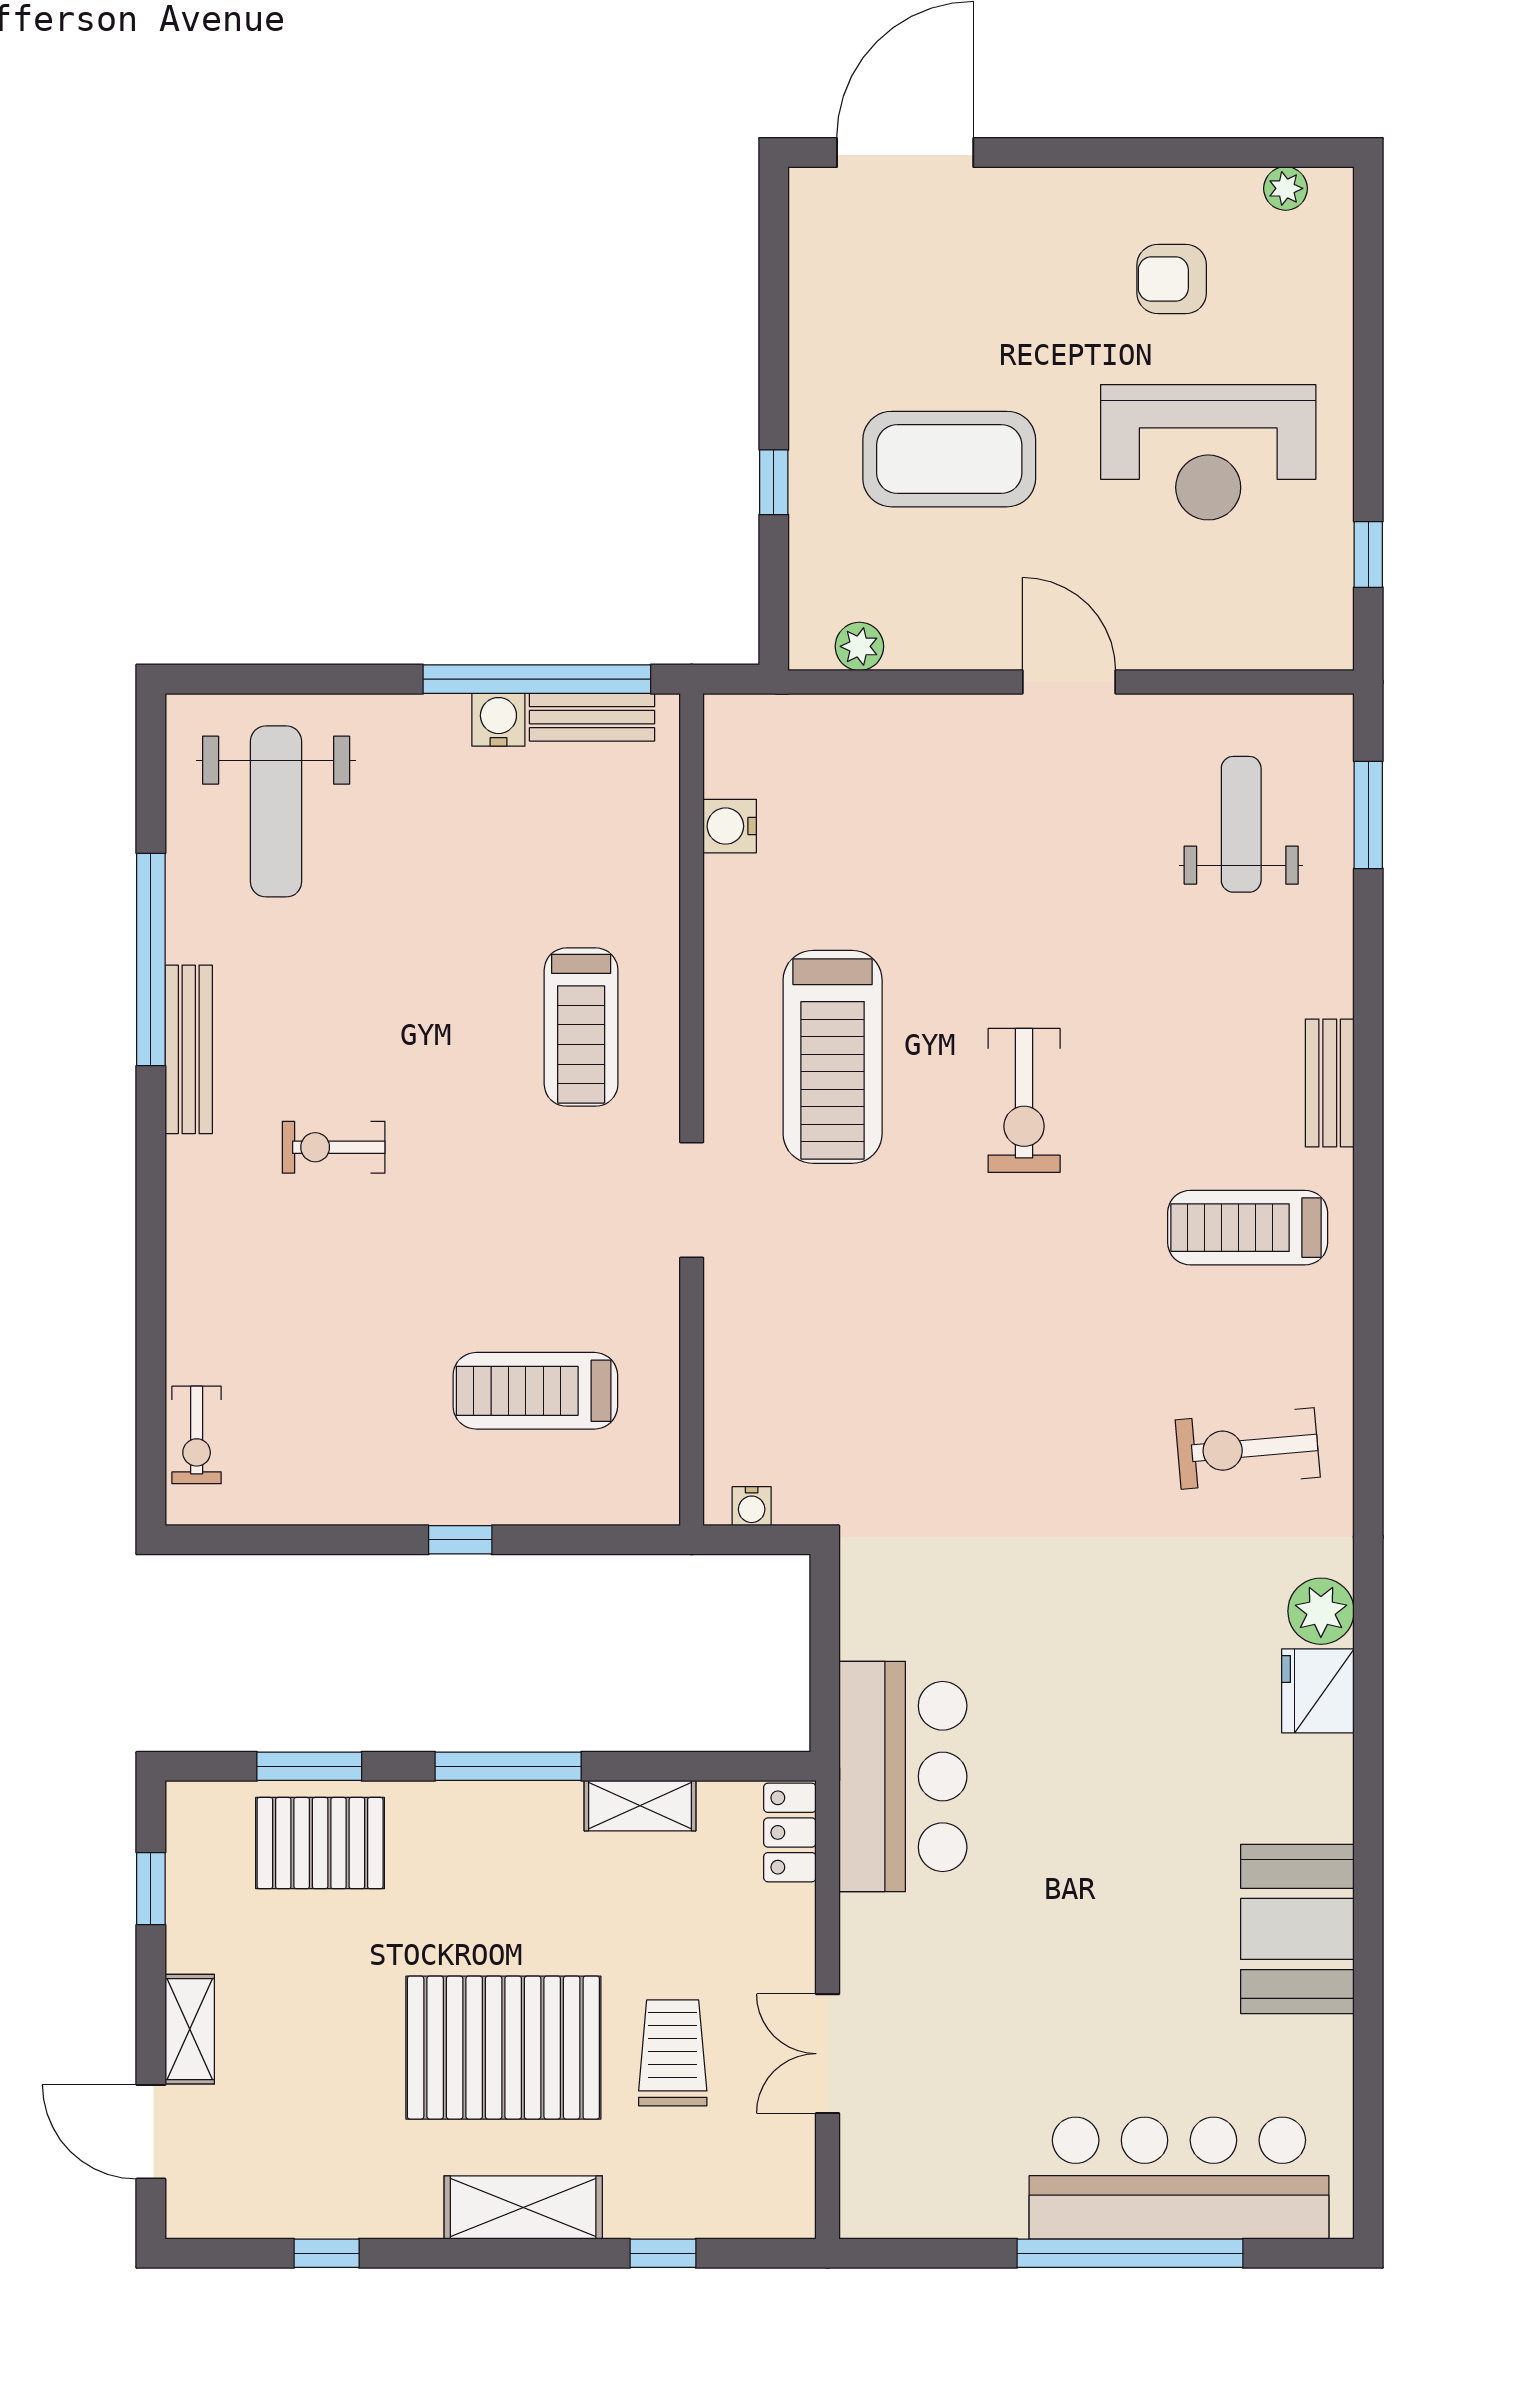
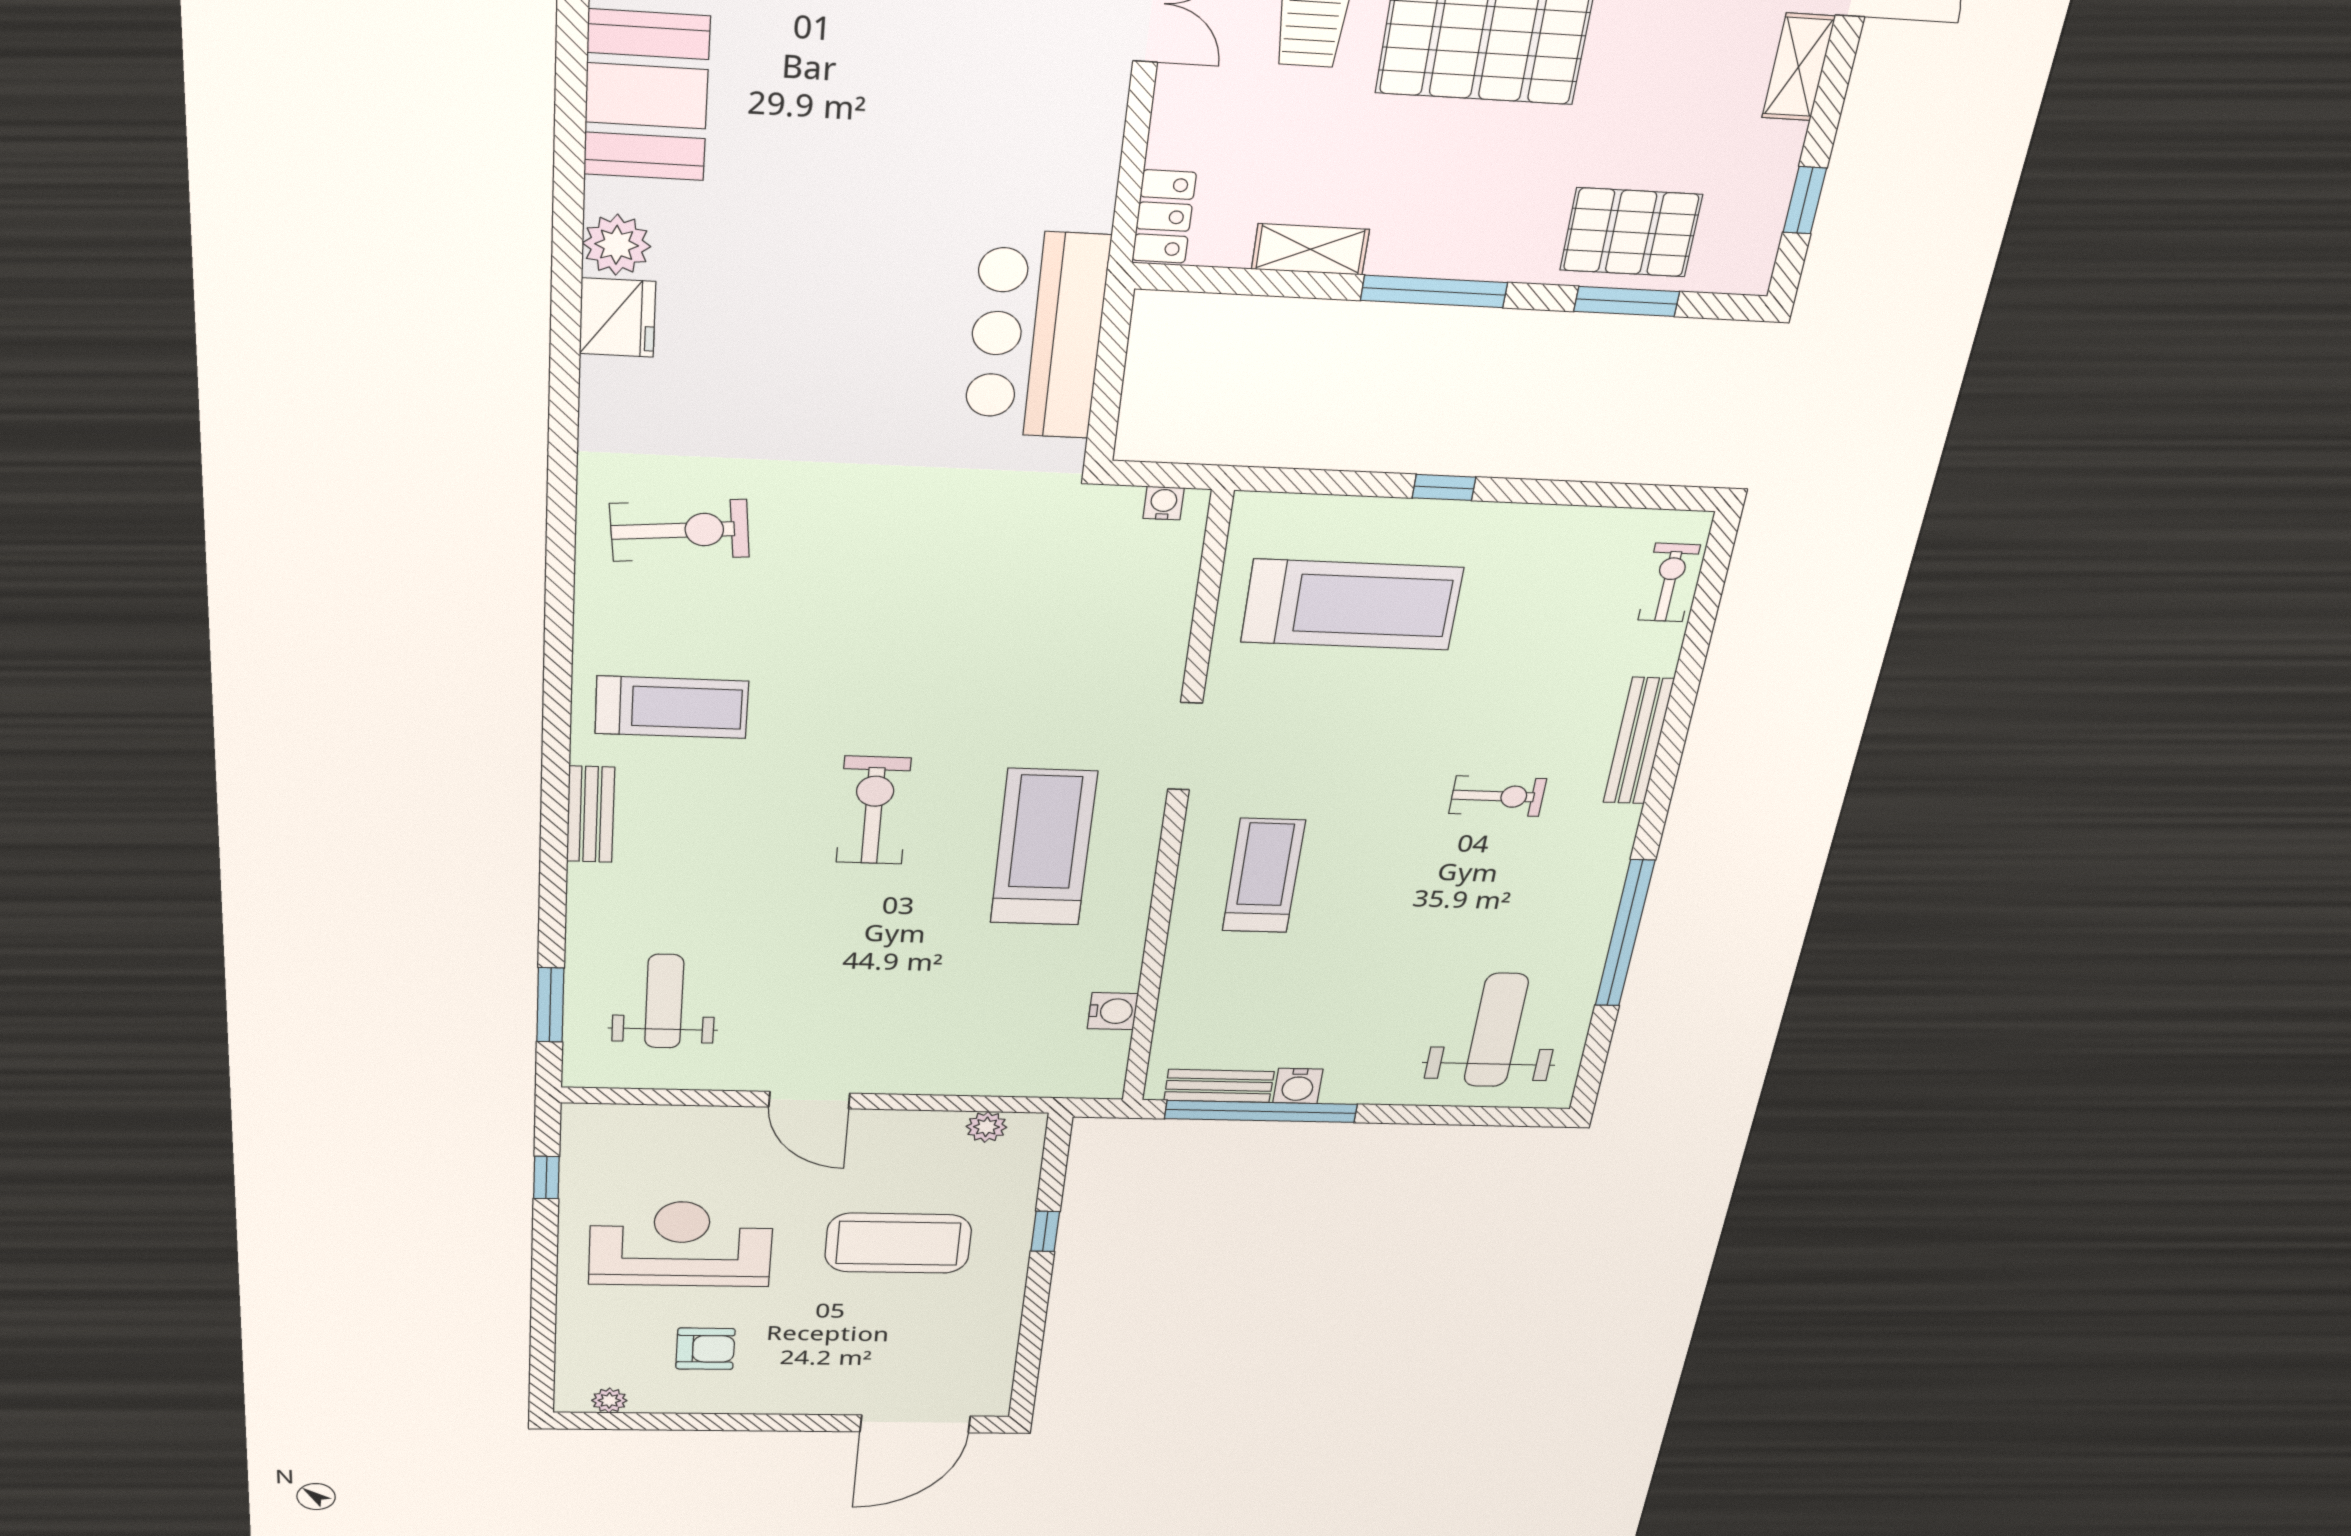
weight bench: (1241, 824) -> (664, 1001), turned 180
bench: (189, 1049) -> (1639, 741), moved
treadmill: (535, 1391) -> (1352, 605), width x1.37, depth x1.38
plant: (1321, 1611) -> (617, 245), moved
bar counter: (903, 1776) -> (1036, 335), moved

